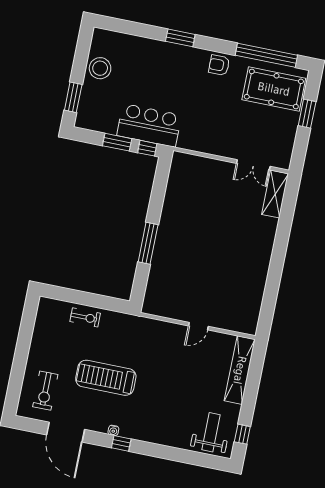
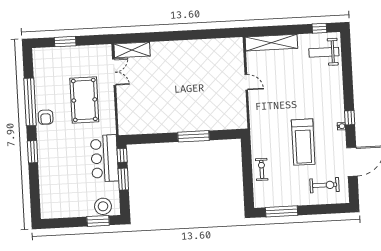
window: (266, 55) -> (30, 102), moved
stool: (100, 68) -> (103, 206), moved
pool table: (274, 89) -> (84, 100), moved
window: (26, 329) -> (282, 211), added

